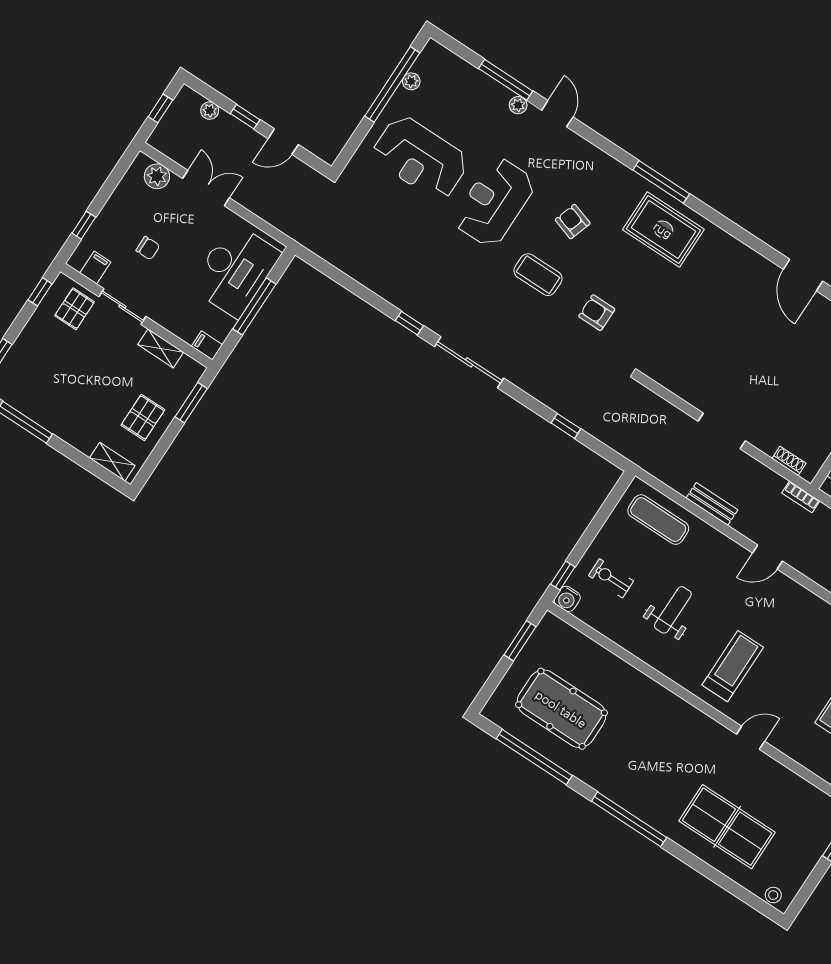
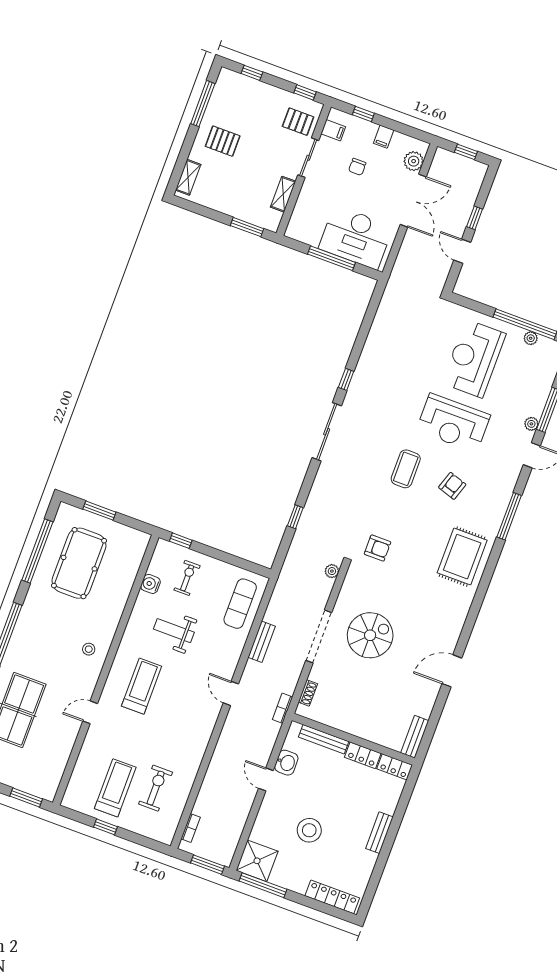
plant: (210, 111) -> (332, 571), moved
window: (661, 182) -> (509, 516), moved
double door: (206, 188) -> (413, 201), width x1.37
reception desk: (494, 202) -> (453, 423), turned 180
armchair: (597, 313) -> (378, 548), moved, turned 90
filing cabinet: (207, 345) -> (384, 137), moved, turned 180
spiral stairs: (735, 367) -> (370, 635), added
pallet: (143, 417) -> (223, 141), moved
doorway: (722, 431) -> (319, 636), width x1.36
water cooler: (567, 599) -> (150, 584), moved
weight bench: (673, 610) -> (174, 631), turned 180
window: (520, 641) -> (99, 511), moved
treadmill: (733, 666) -> (142, 686), turned -90
stool: (671, 721) -> (89, 649), added
door: (751, 738) -> (90, 712), swing flipped

